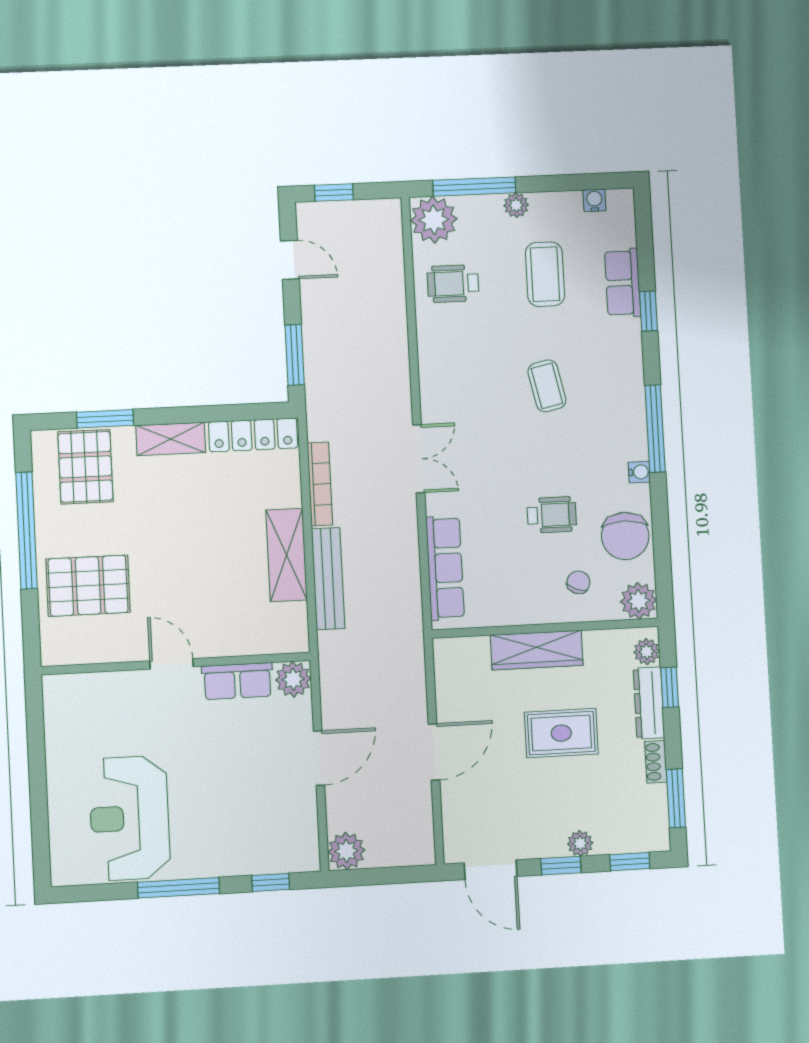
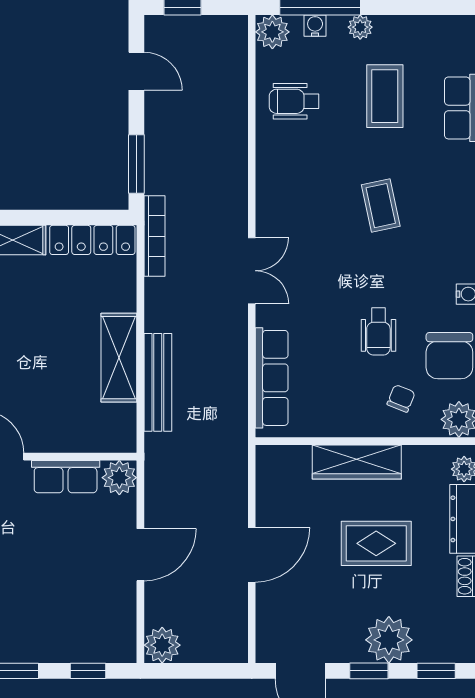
water cooler: (594, 200) -> (315, 26), moved
plant: (434, 220) -> (272, 32), width x0.73, depth x0.73
bookcase: (320, 484) -> (154, 236), moved
wheelchair: (552, 515) -> (378, 332), turned 90
plant: (580, 843) -> (389, 640), width x1.87, depth x1.87

